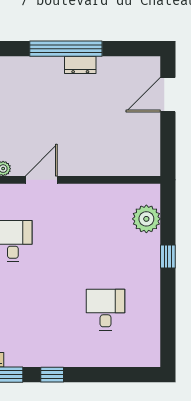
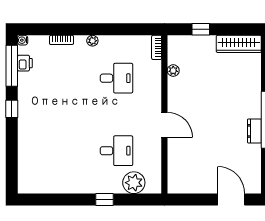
door: (41, 180) -> (164, 125), moved
desk: (106, 310) -> (116, 151), moved

